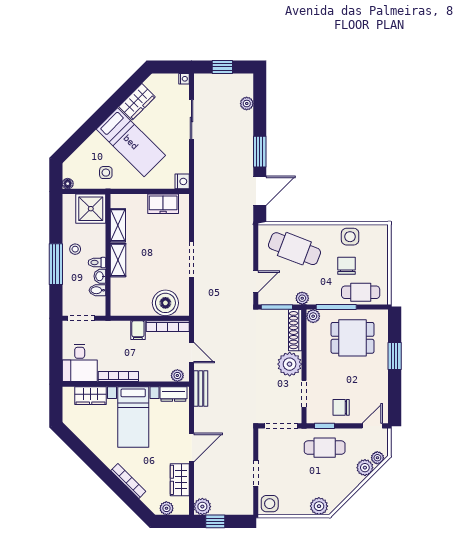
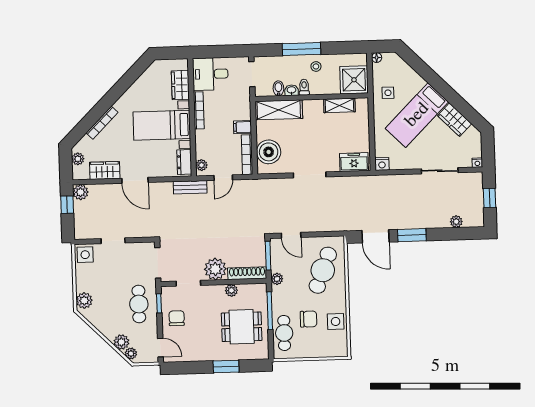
freezer: (163, 204) -> (354, 162), moved, turned 90
shelving: (118, 260) -> (279, 110), moved, width x1.50, depth x1.33
plant: (313, 316) -> (231, 290), moved
dining table: (353, 338) -> (242, 327), turned 90

